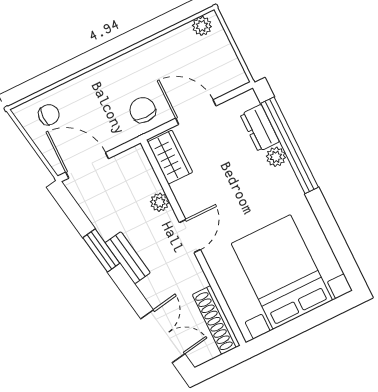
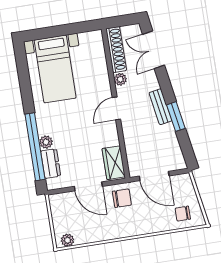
chair: (143, 110) -> (122, 198), turned -90
door: (87, 165) -> (154, 176), moved
plant: (160, 202) -> (120, 79), moved
bed with nightstands: (282, 272) -> (55, 69), width x0.73

